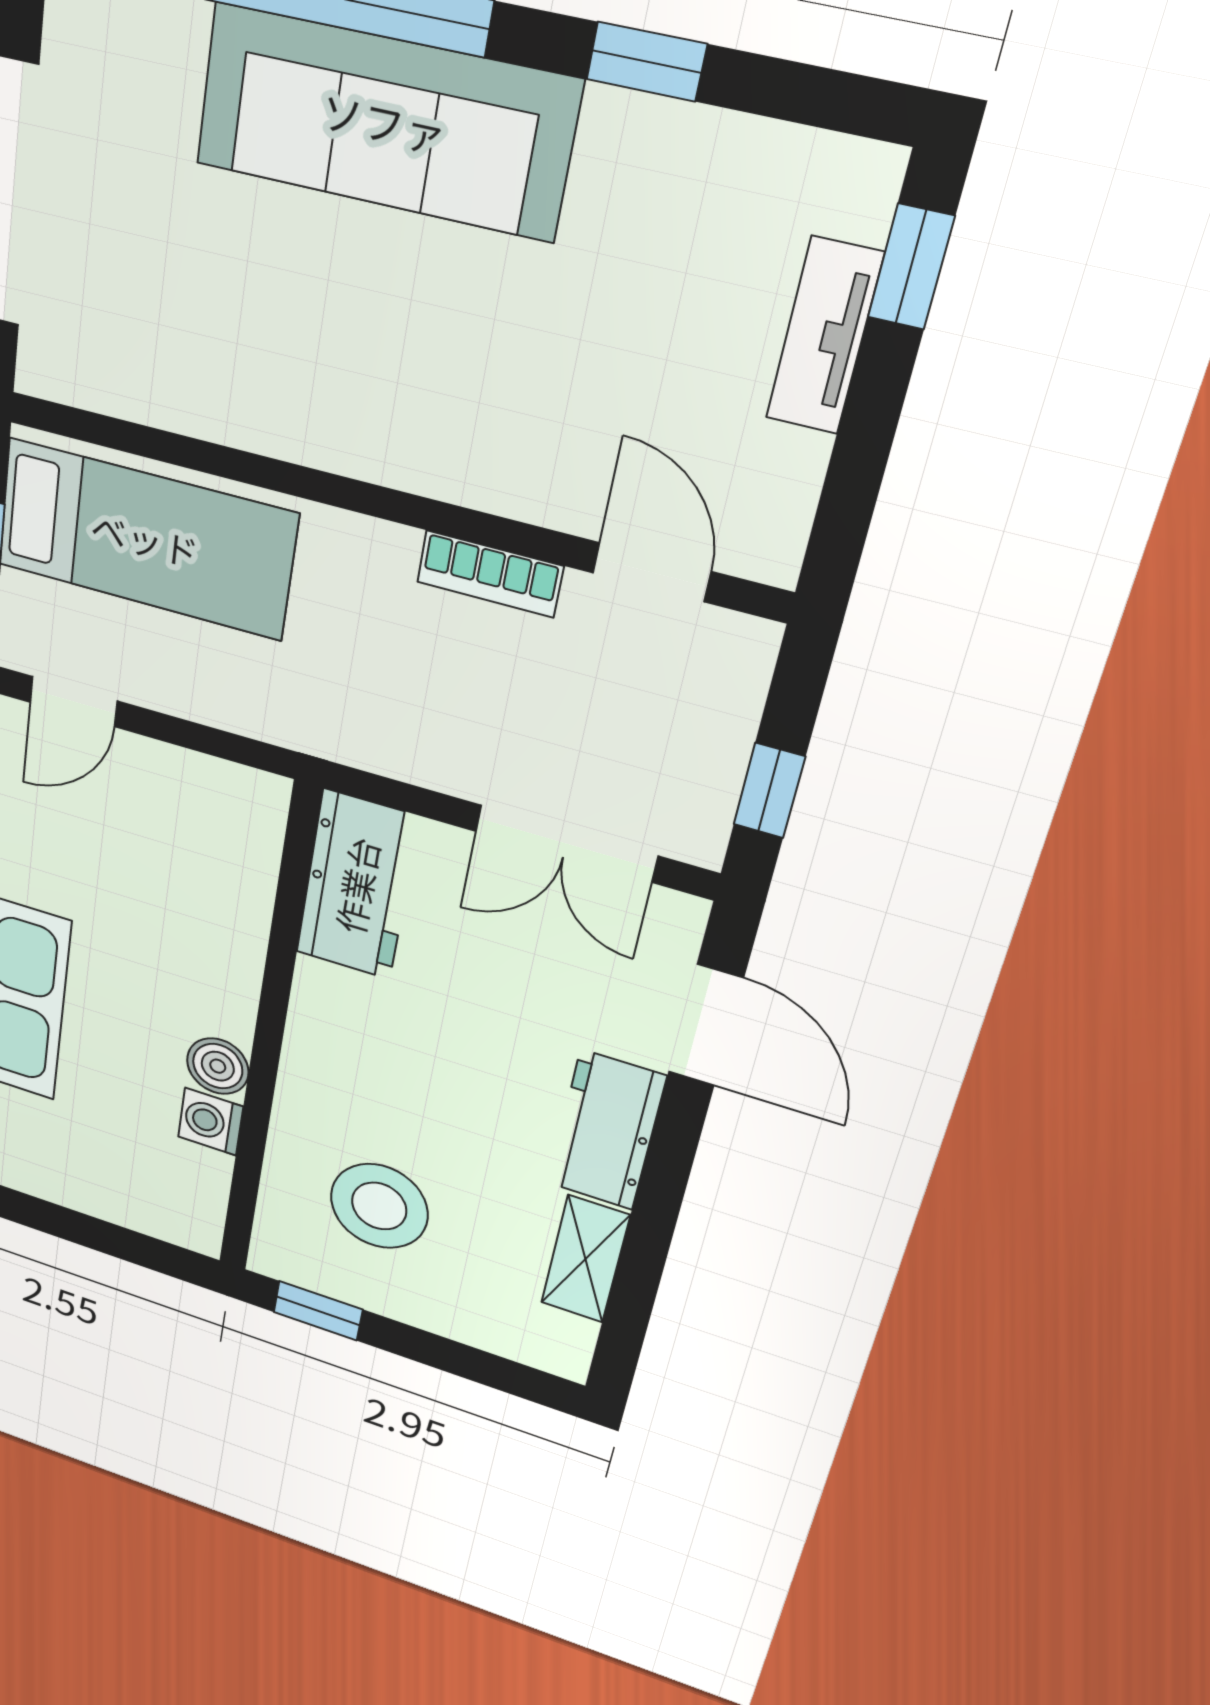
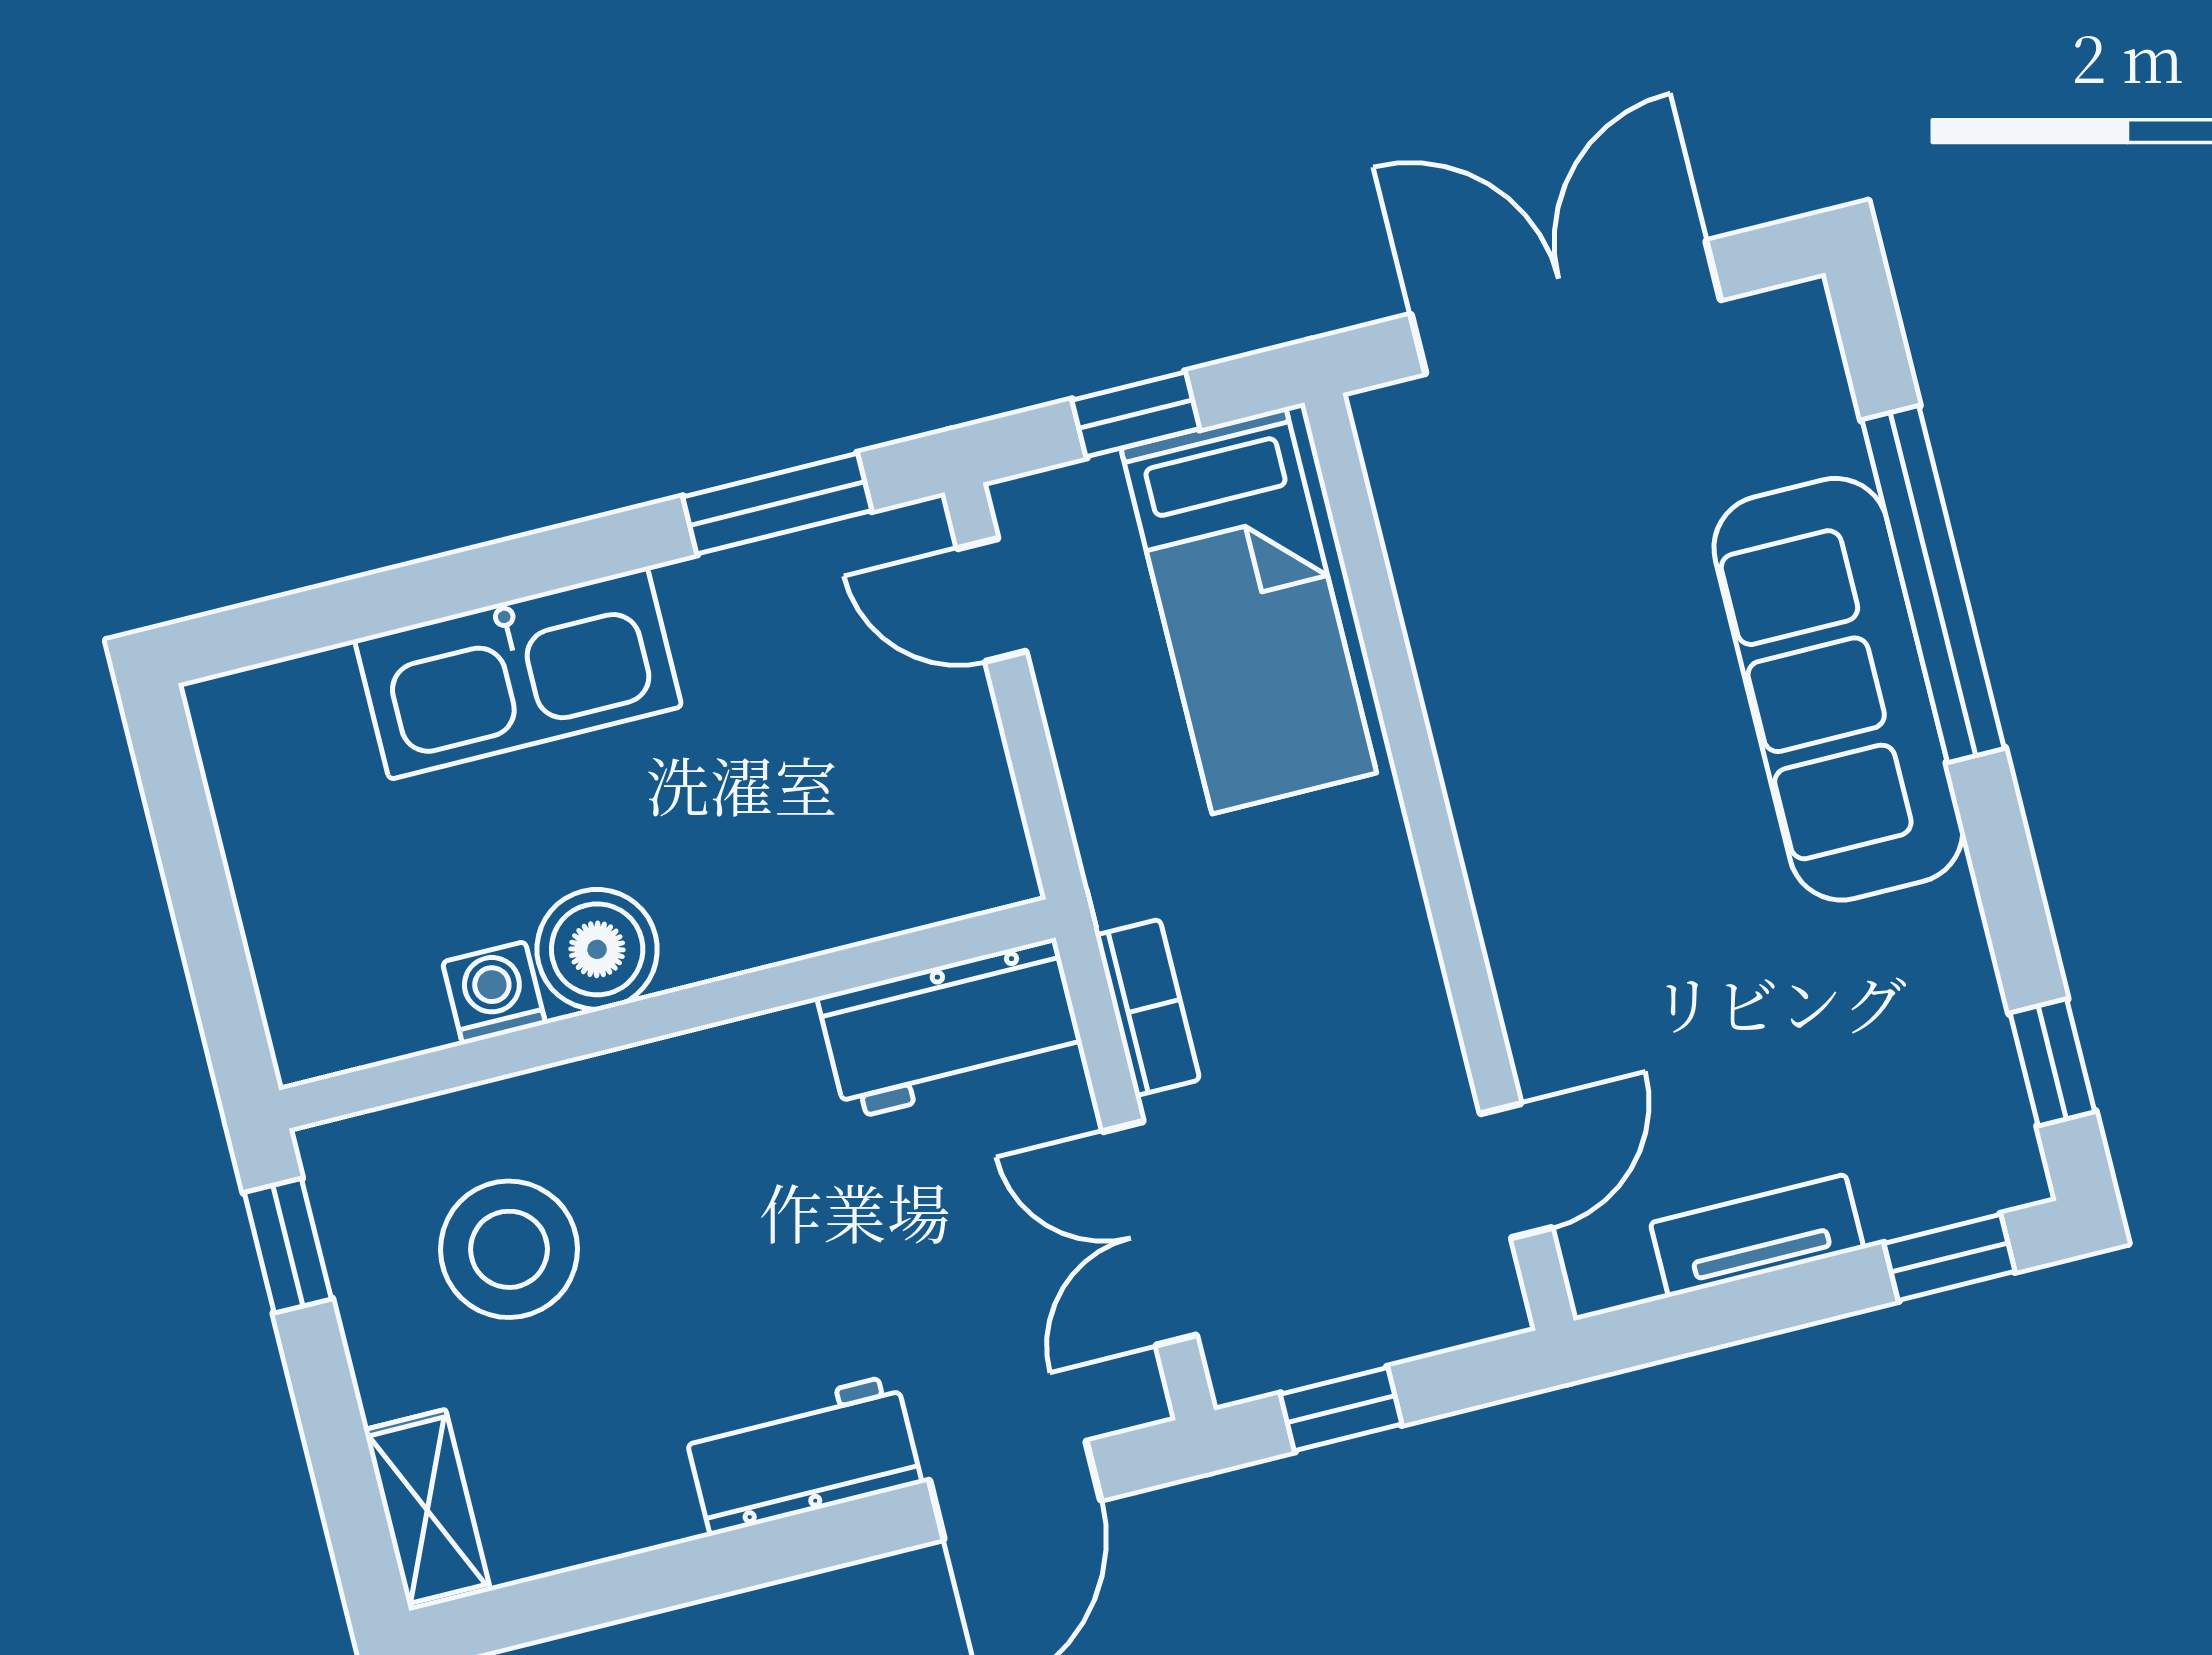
window: (647, 62) -> (2052, 1062), moved
tv unit: (824, 336) -> (1757, 1236), moved
bookcase: (490, 574) -> (1148, 1007), moved, turned 180
boiler: (218, 1066) -> (597, 949), width x1.36, depth x1.36
shelving: (585, 1259) -> (427, 1510), moved, turned 90

